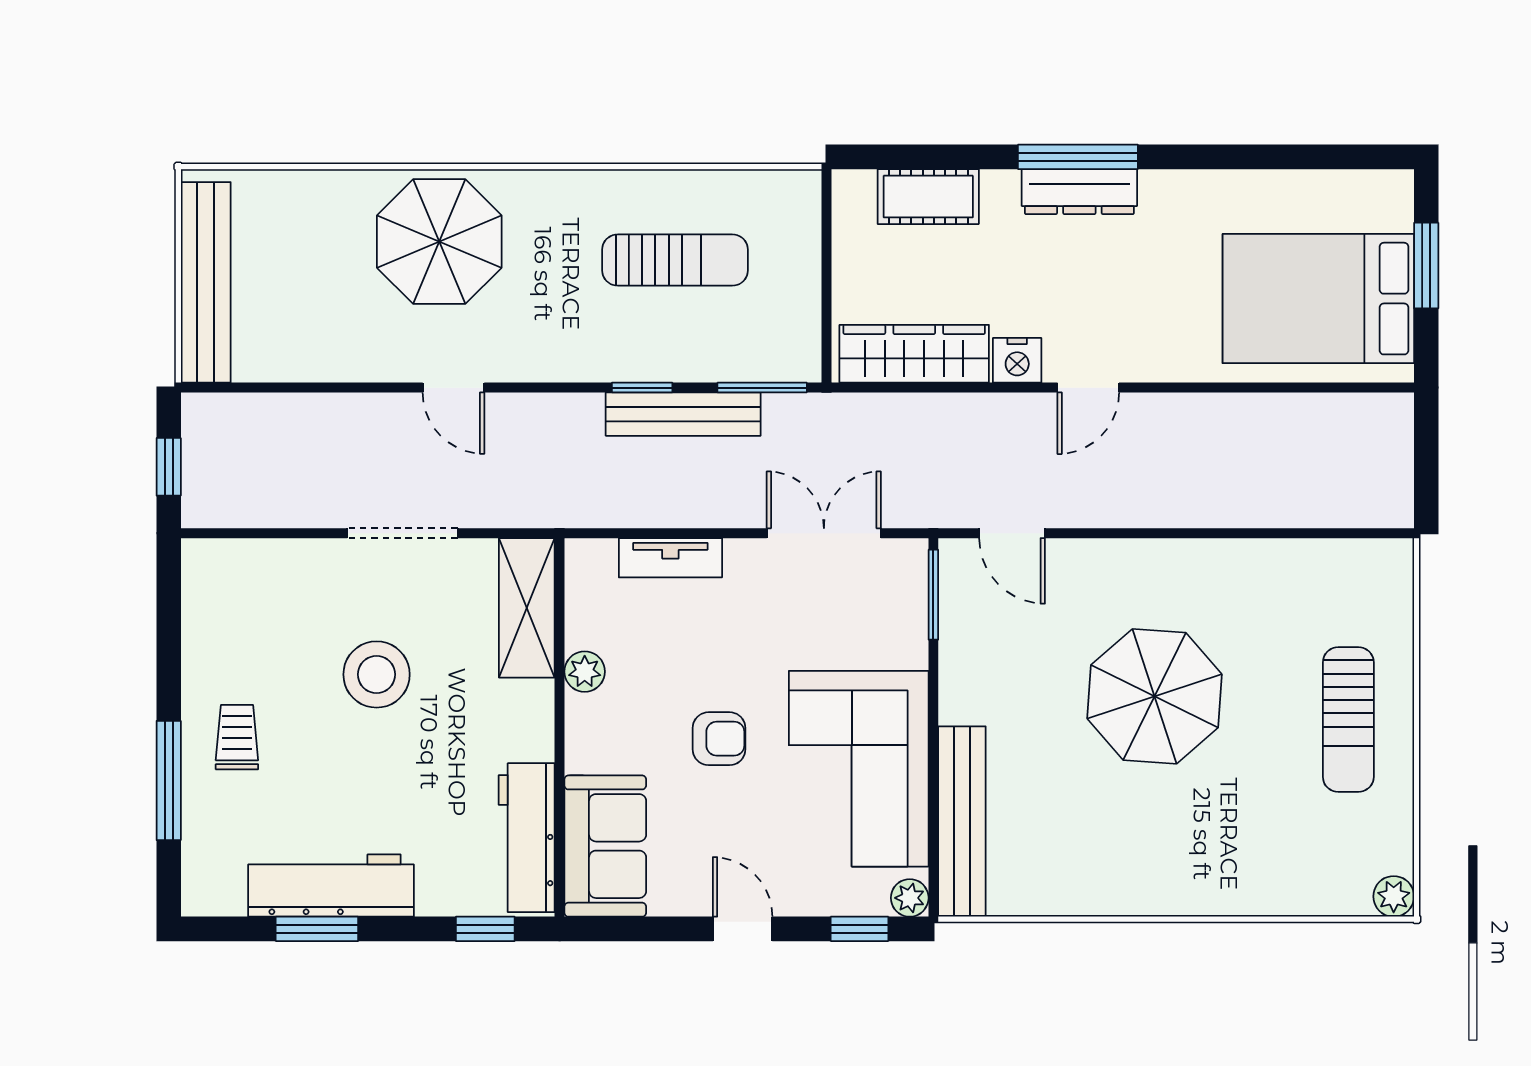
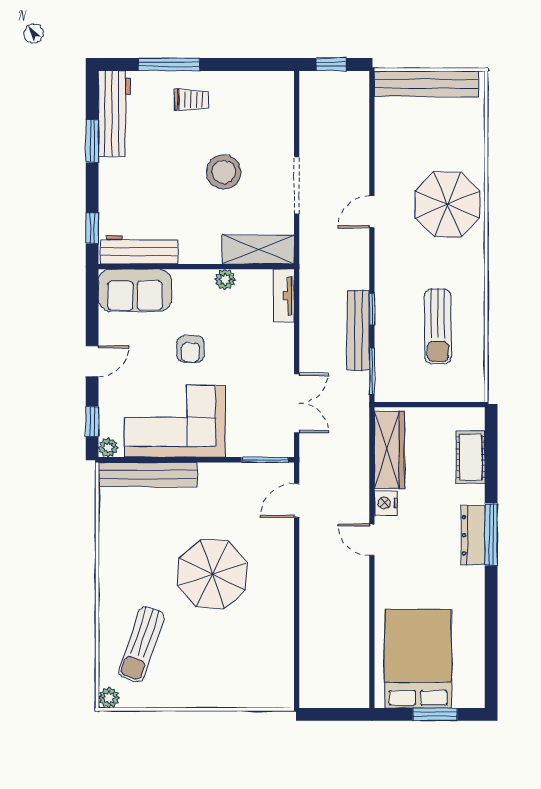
tv unit: (670, 558) -> (284, 296), moved
sun lounger: (1348, 720) -> (141, 644), moved, turned -71
workbench: (331, 886) -> (115, 114), moved

